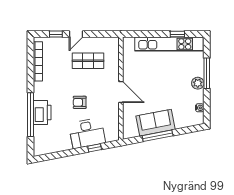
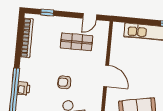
door: (76, 34) -> (90, 17), moved
printer: (42, 112) -> (23, 89), width x0.53, depth x0.68

